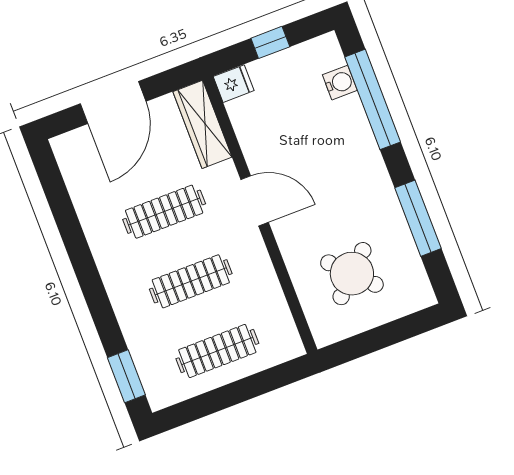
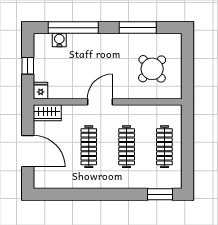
wardrobe: (202, 124) -> (47, 113), width x0.67

